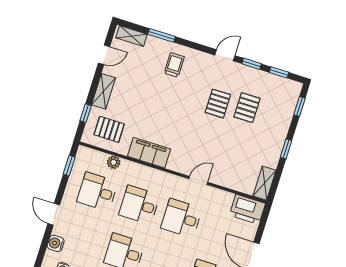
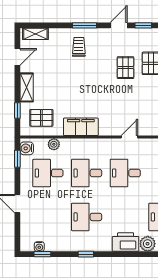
window: (162, 35) -> (85, 25), moved
water cooler: (56, 243) -> (27, 148), moved

